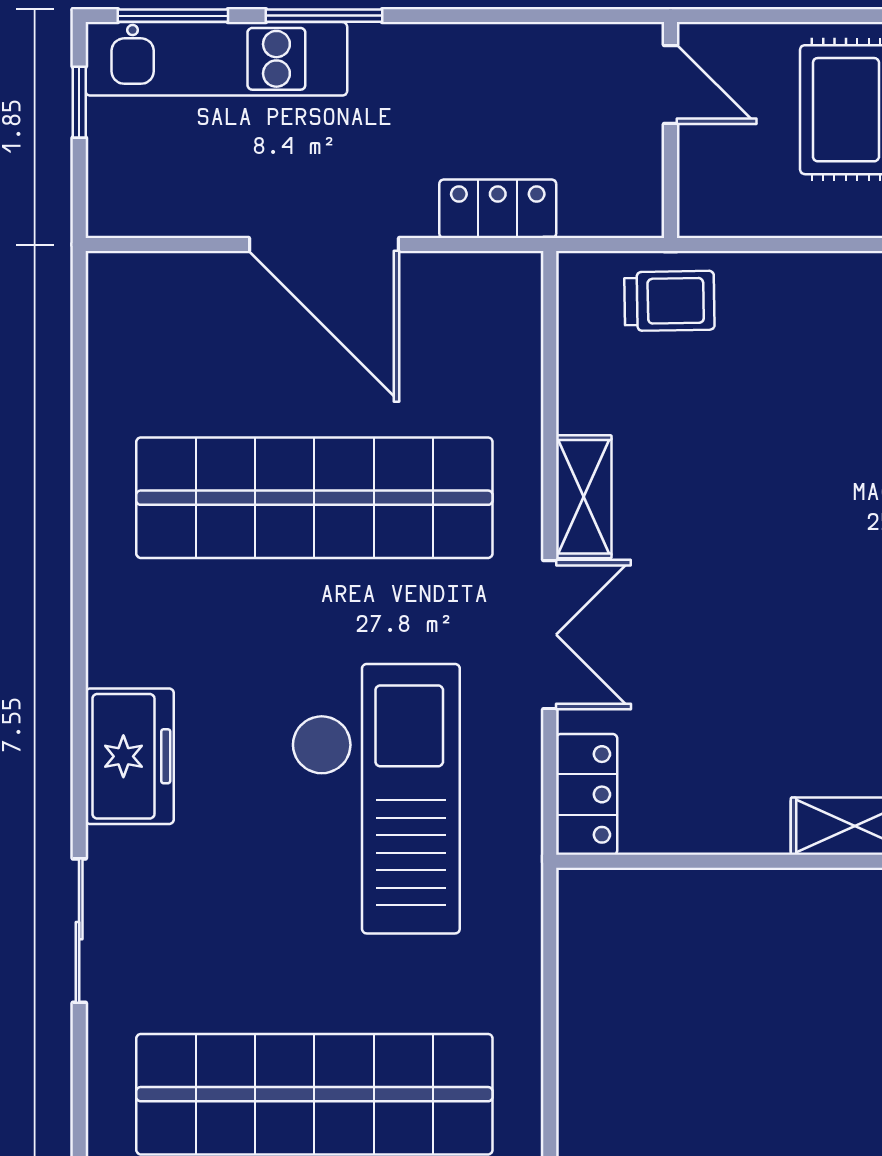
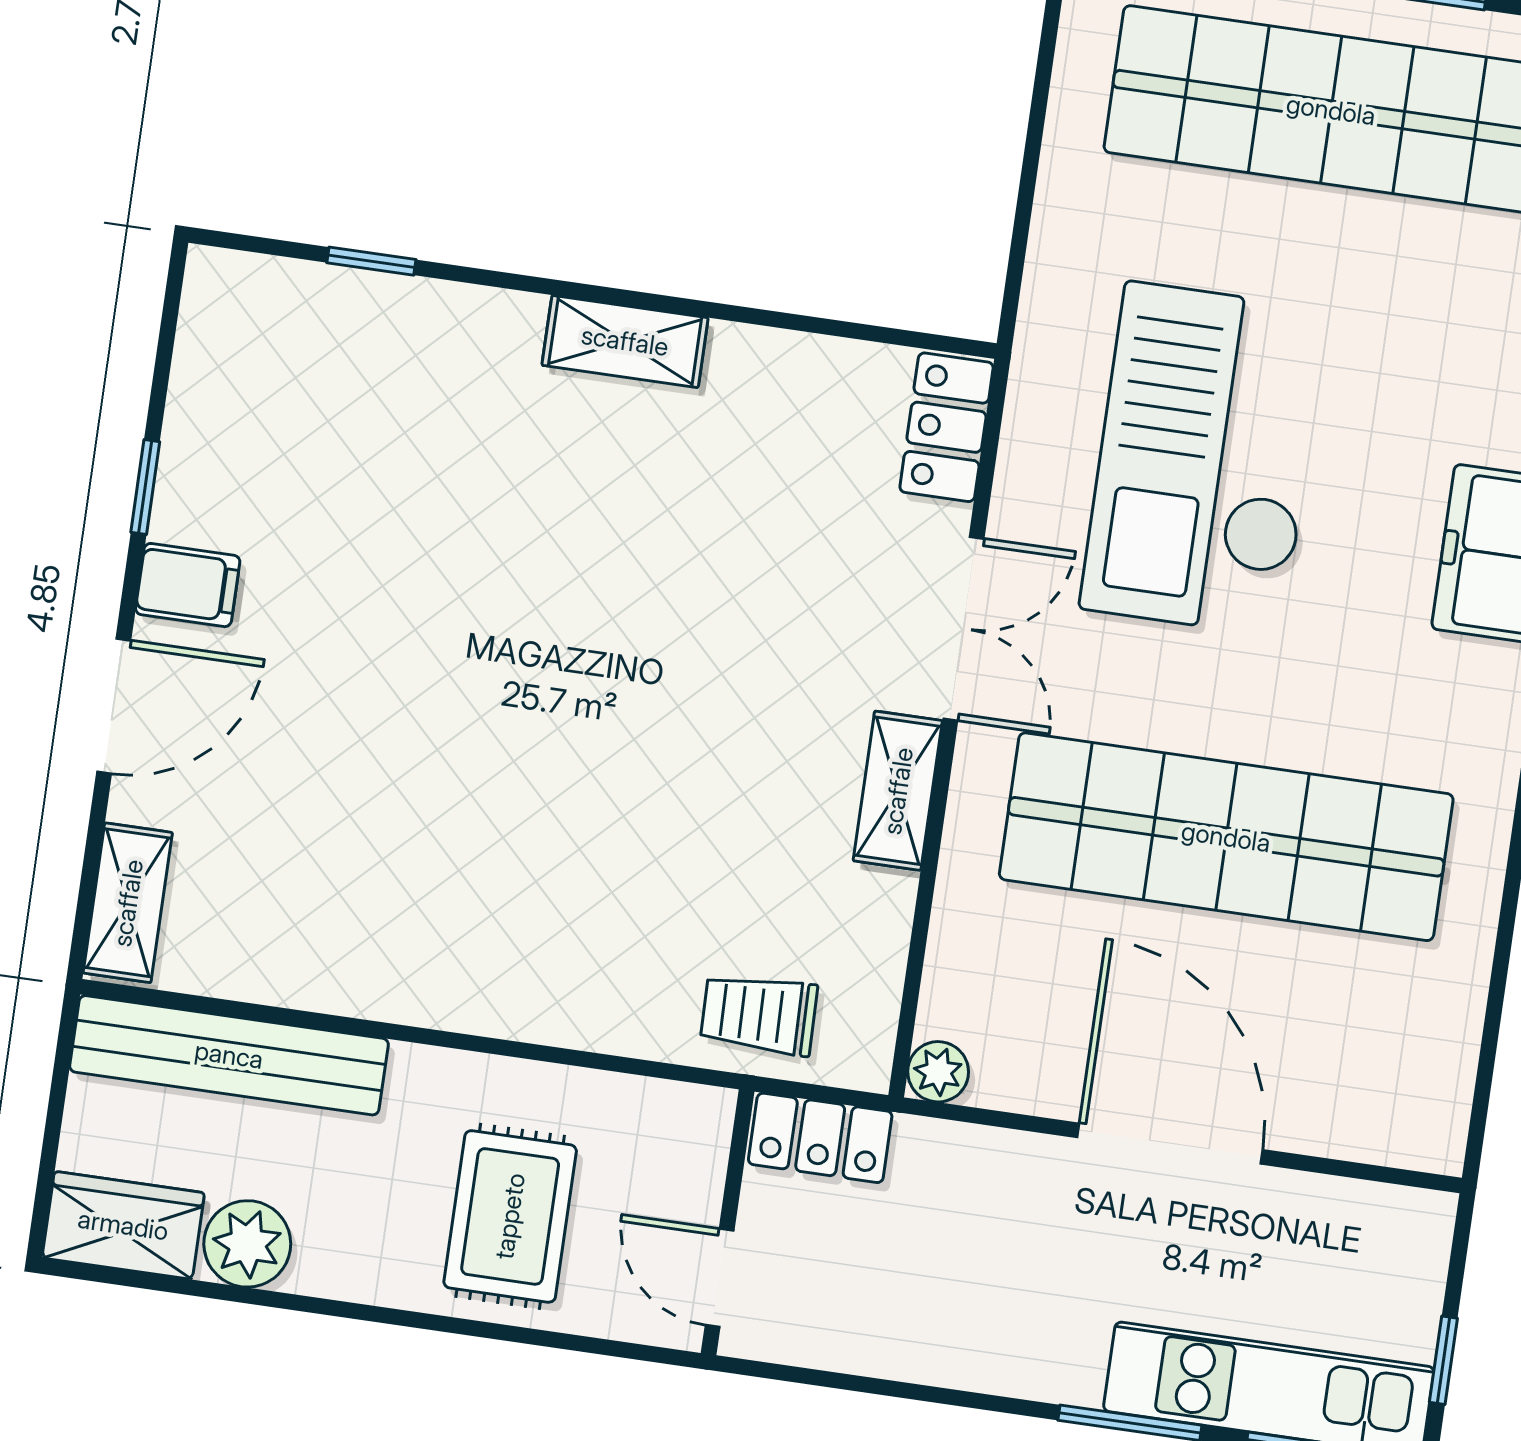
locker: (498, 209) -> (820, 1138), moved
plant: (519, 275) -> (938, 1072), added
double door: (550, 635) -> (963, 629), swing flipped

